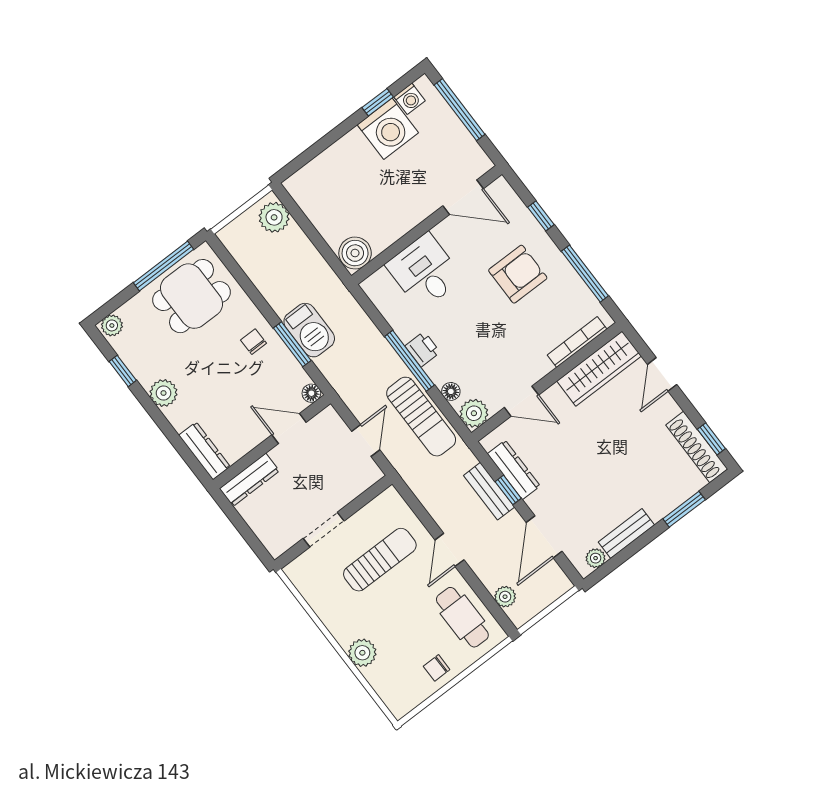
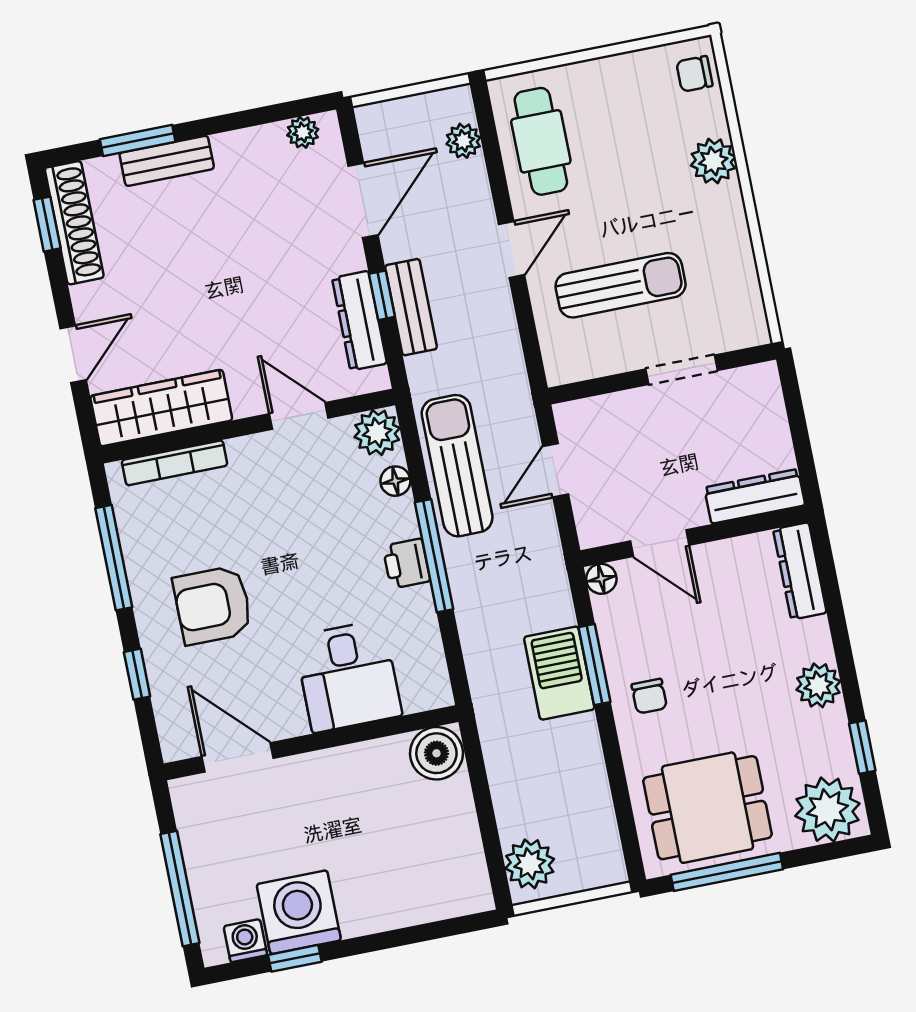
plant: (112, 325) -> (827, 810), width x1.88, depth x1.88
bench: (626, 534) -> (167, 161), moved
sun lounger: (380, 560) -> (621, 285), turned 180
chair: (437, 668) -> (694, 74), moved, turned 180

